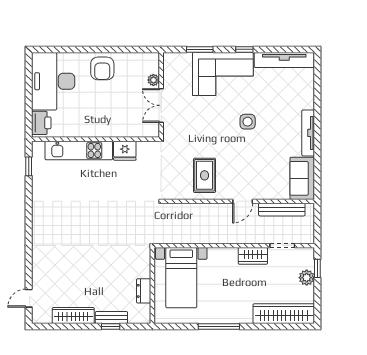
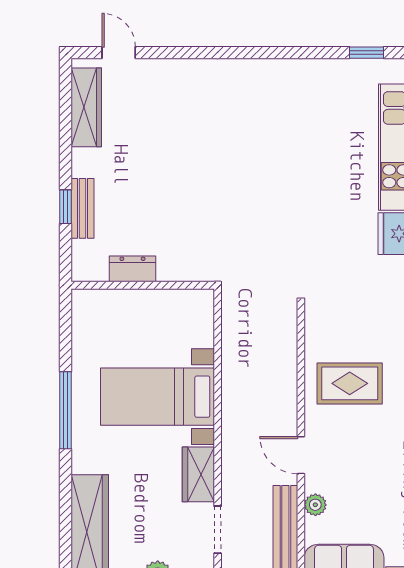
plant: (269, 194) -> (315, 505), added
bed with nightstands: (181, 278) -> (157, 397), moved
wardrobe: (73, 315) -> (86, 107), moved

